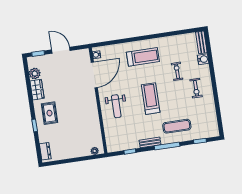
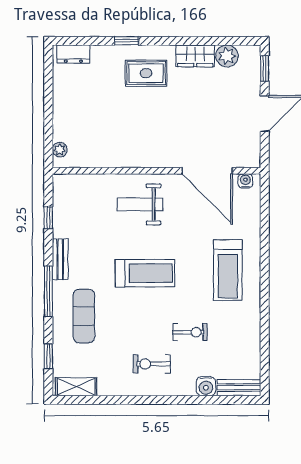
shelving: (213, 125) -> (76, 387), added

